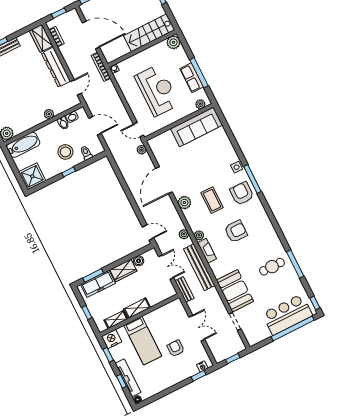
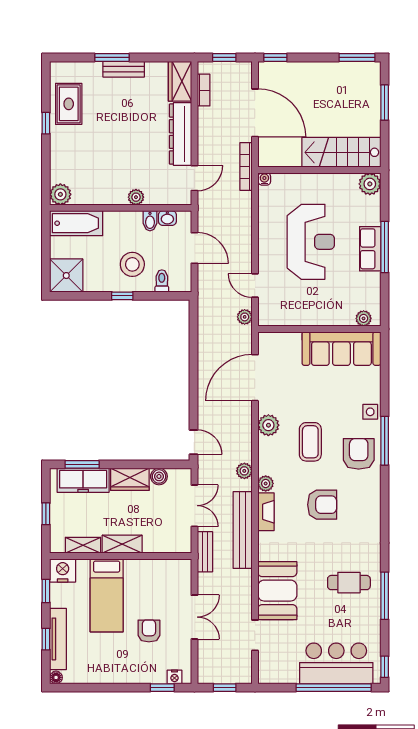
plant: (200, 104) -> (364, 318), moved
wall: (179, 122) -> (319, 329), moved
sofa: (197, 127) -> (341, 349), moved

